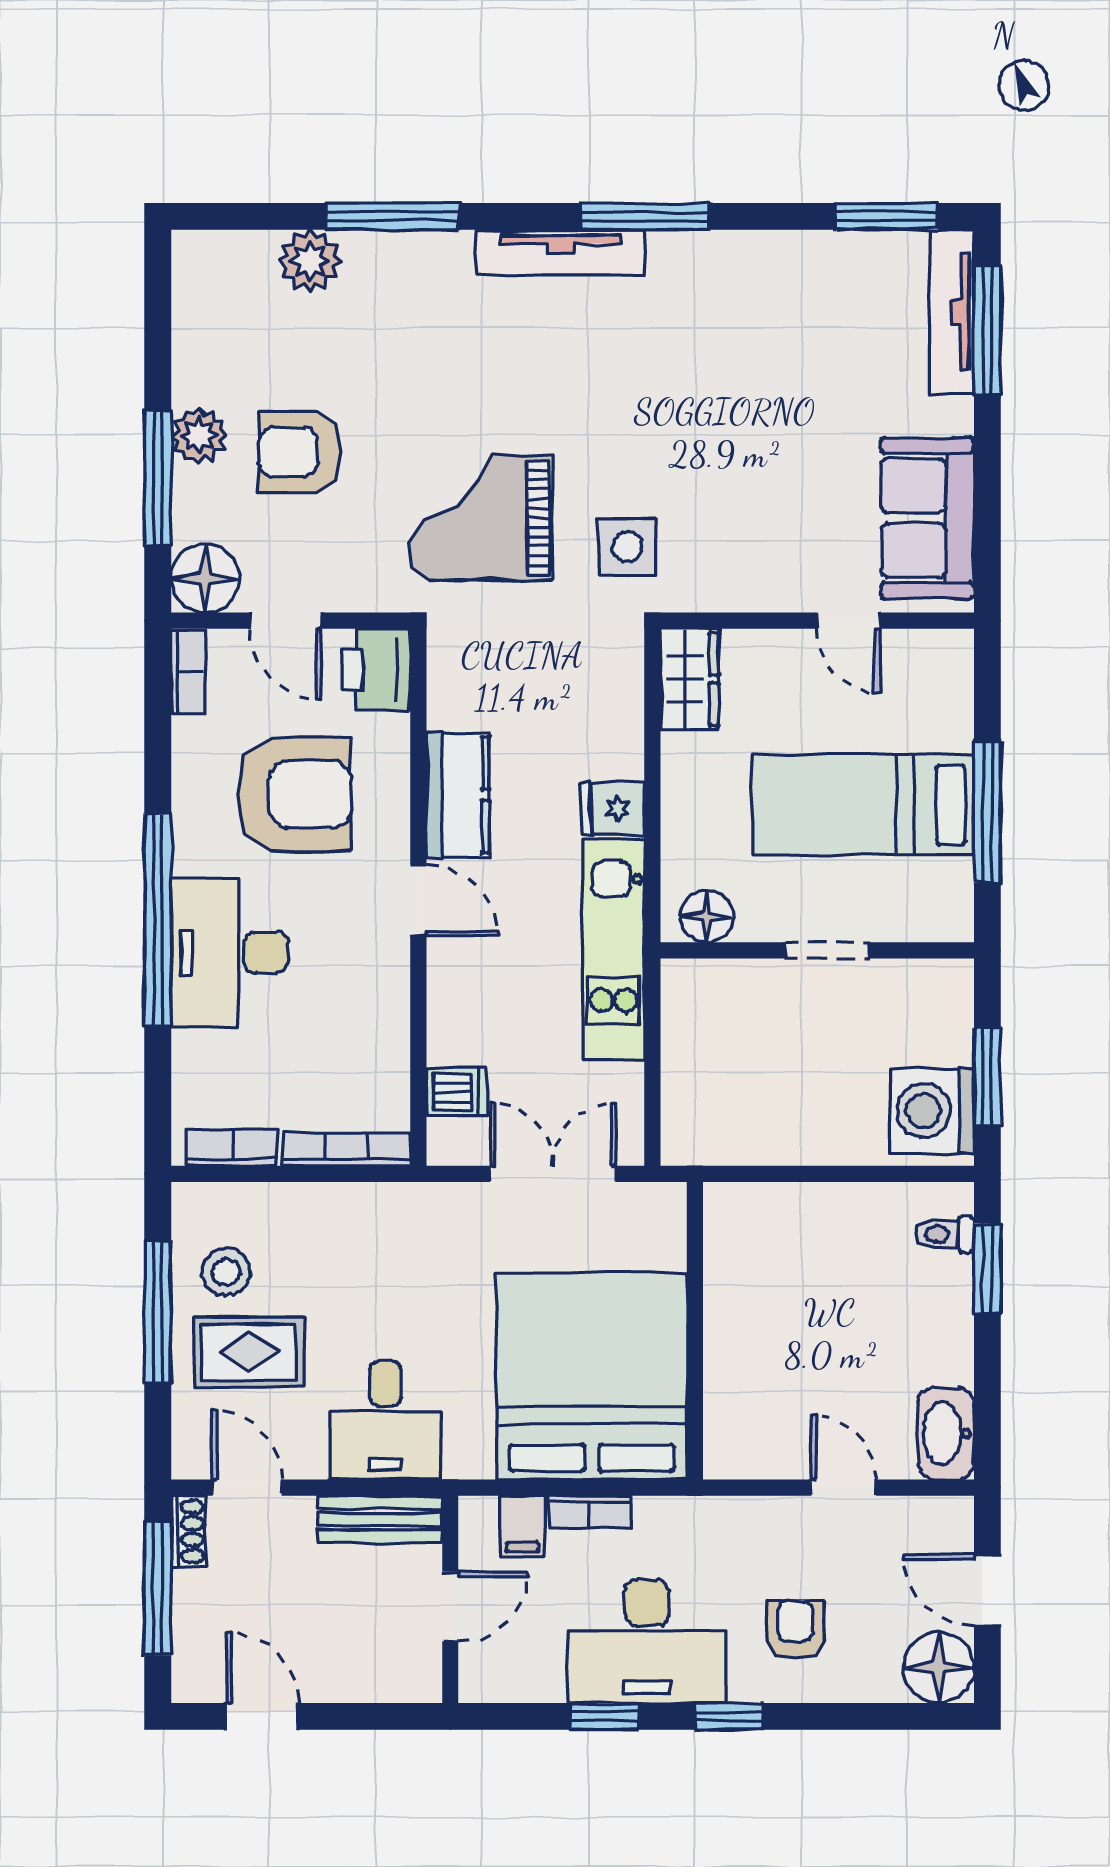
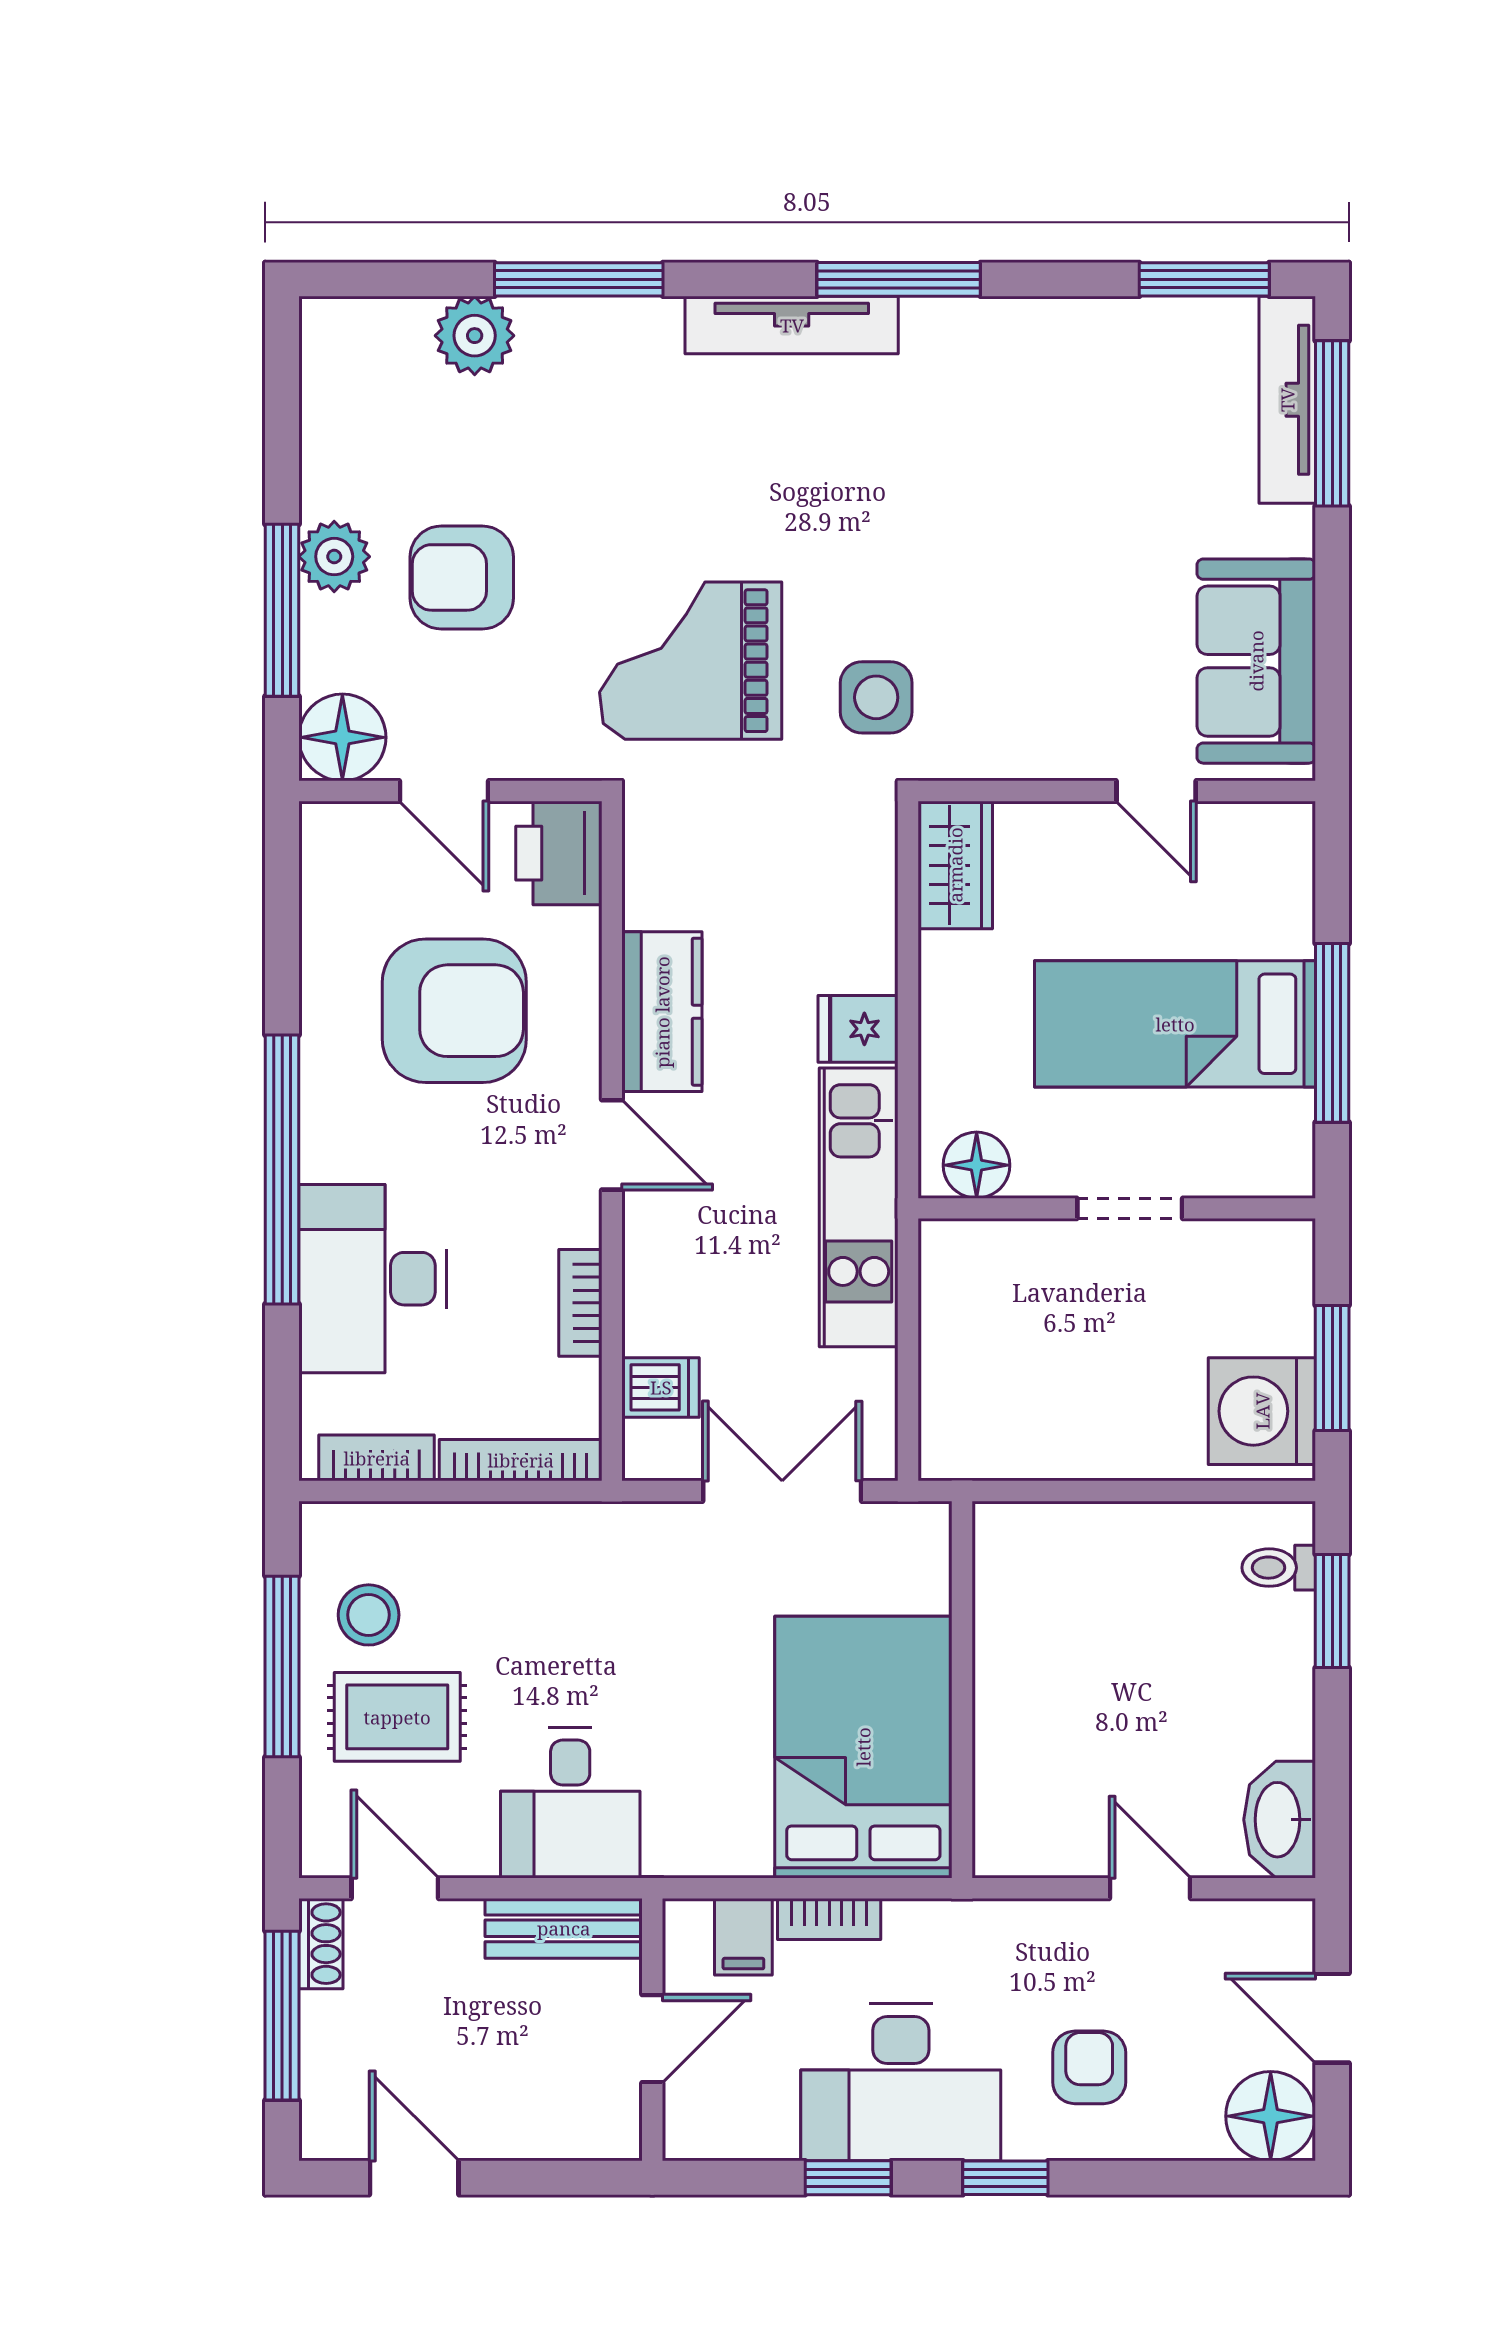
bookcase: (188, 672) -> (580, 1303), moved, turned 180
desk: (230, 952) -> (373, 1279), moved
bed: (592, 1376) -> (863, 1747), width x0.73

